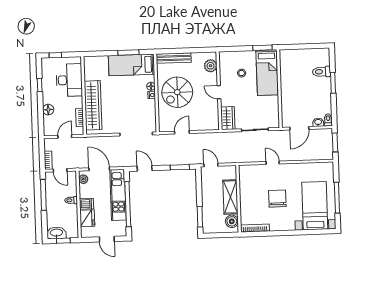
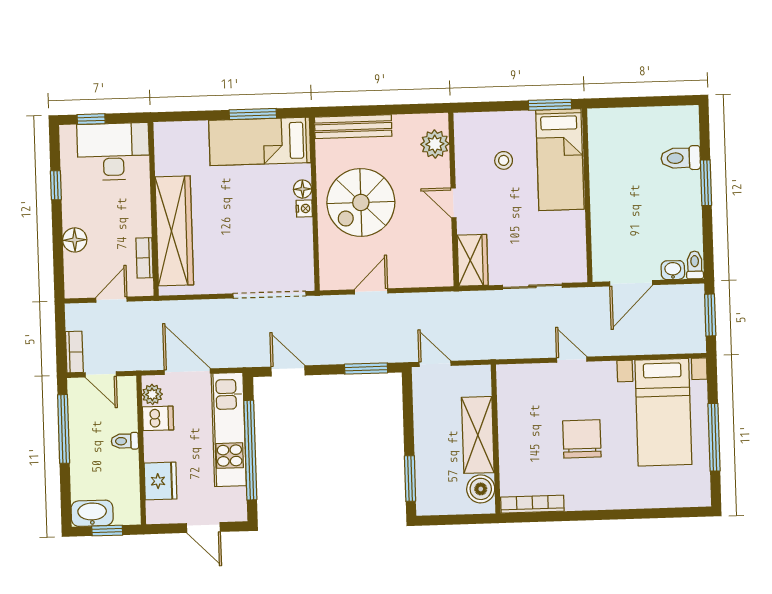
desk: (69, 80) -> (113, 152), moved, turned -90
dishwasher: (86, 204) -> (158, 418), moved
bed with nightstands: (315, 206) -> (663, 412), moved, turned 180

